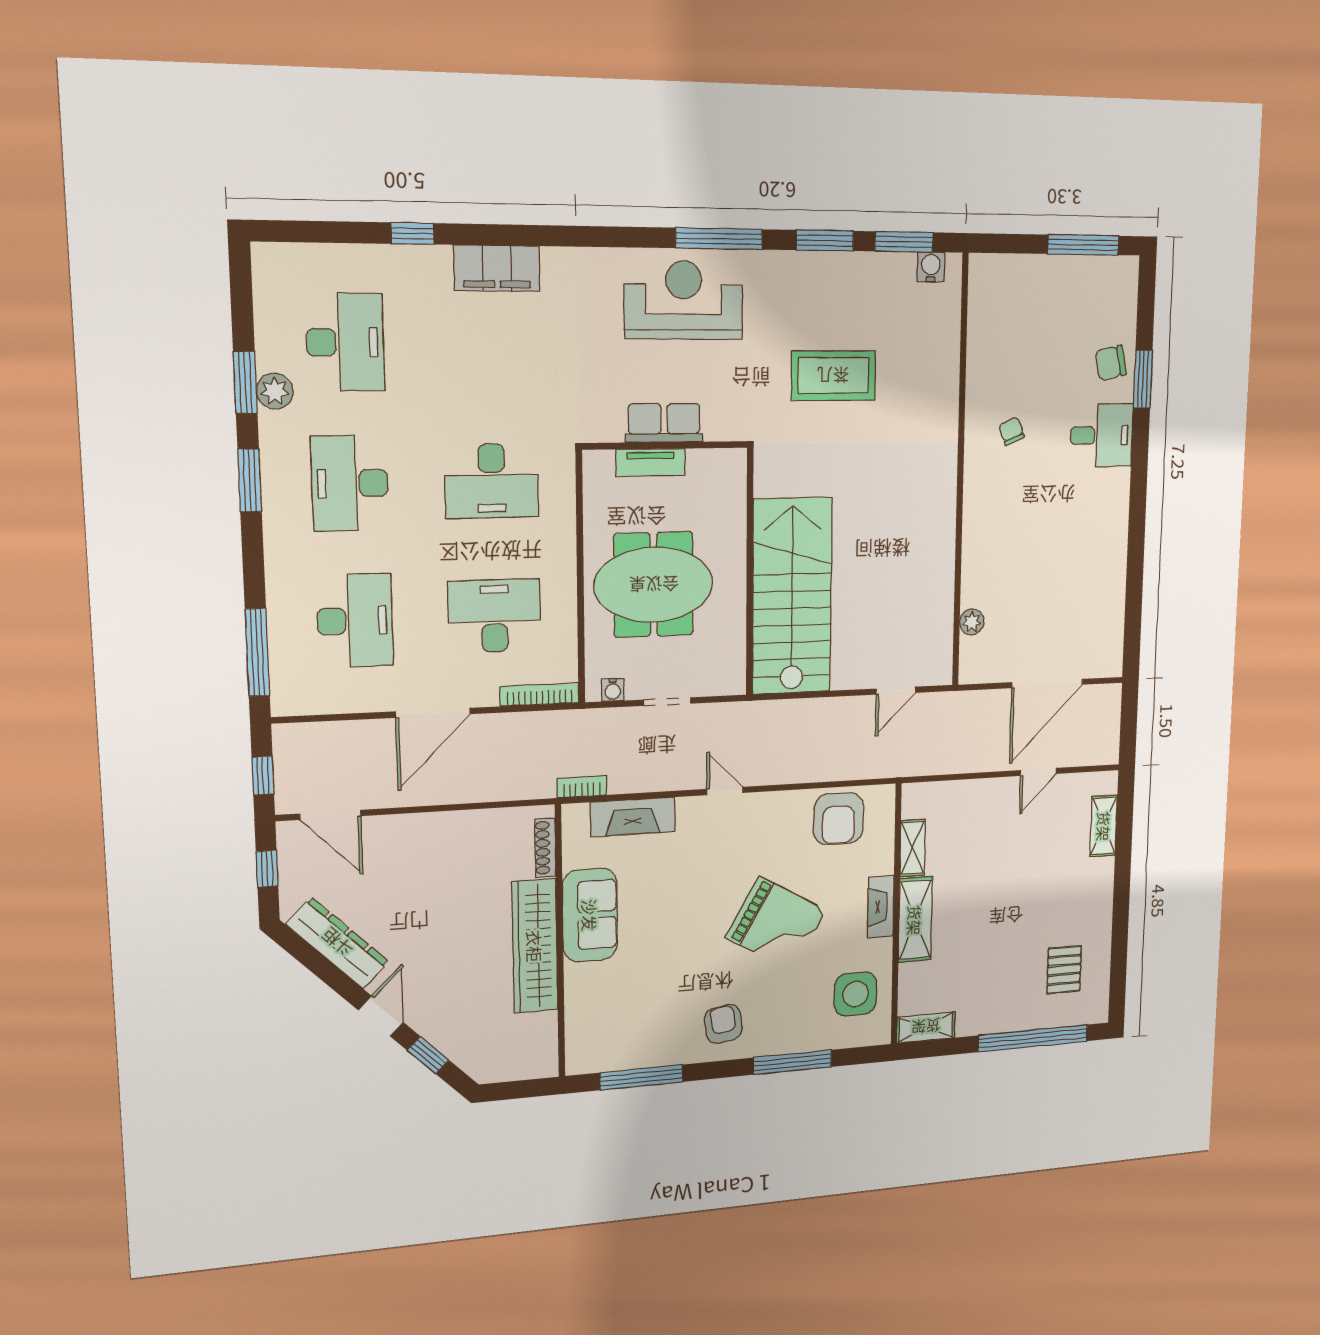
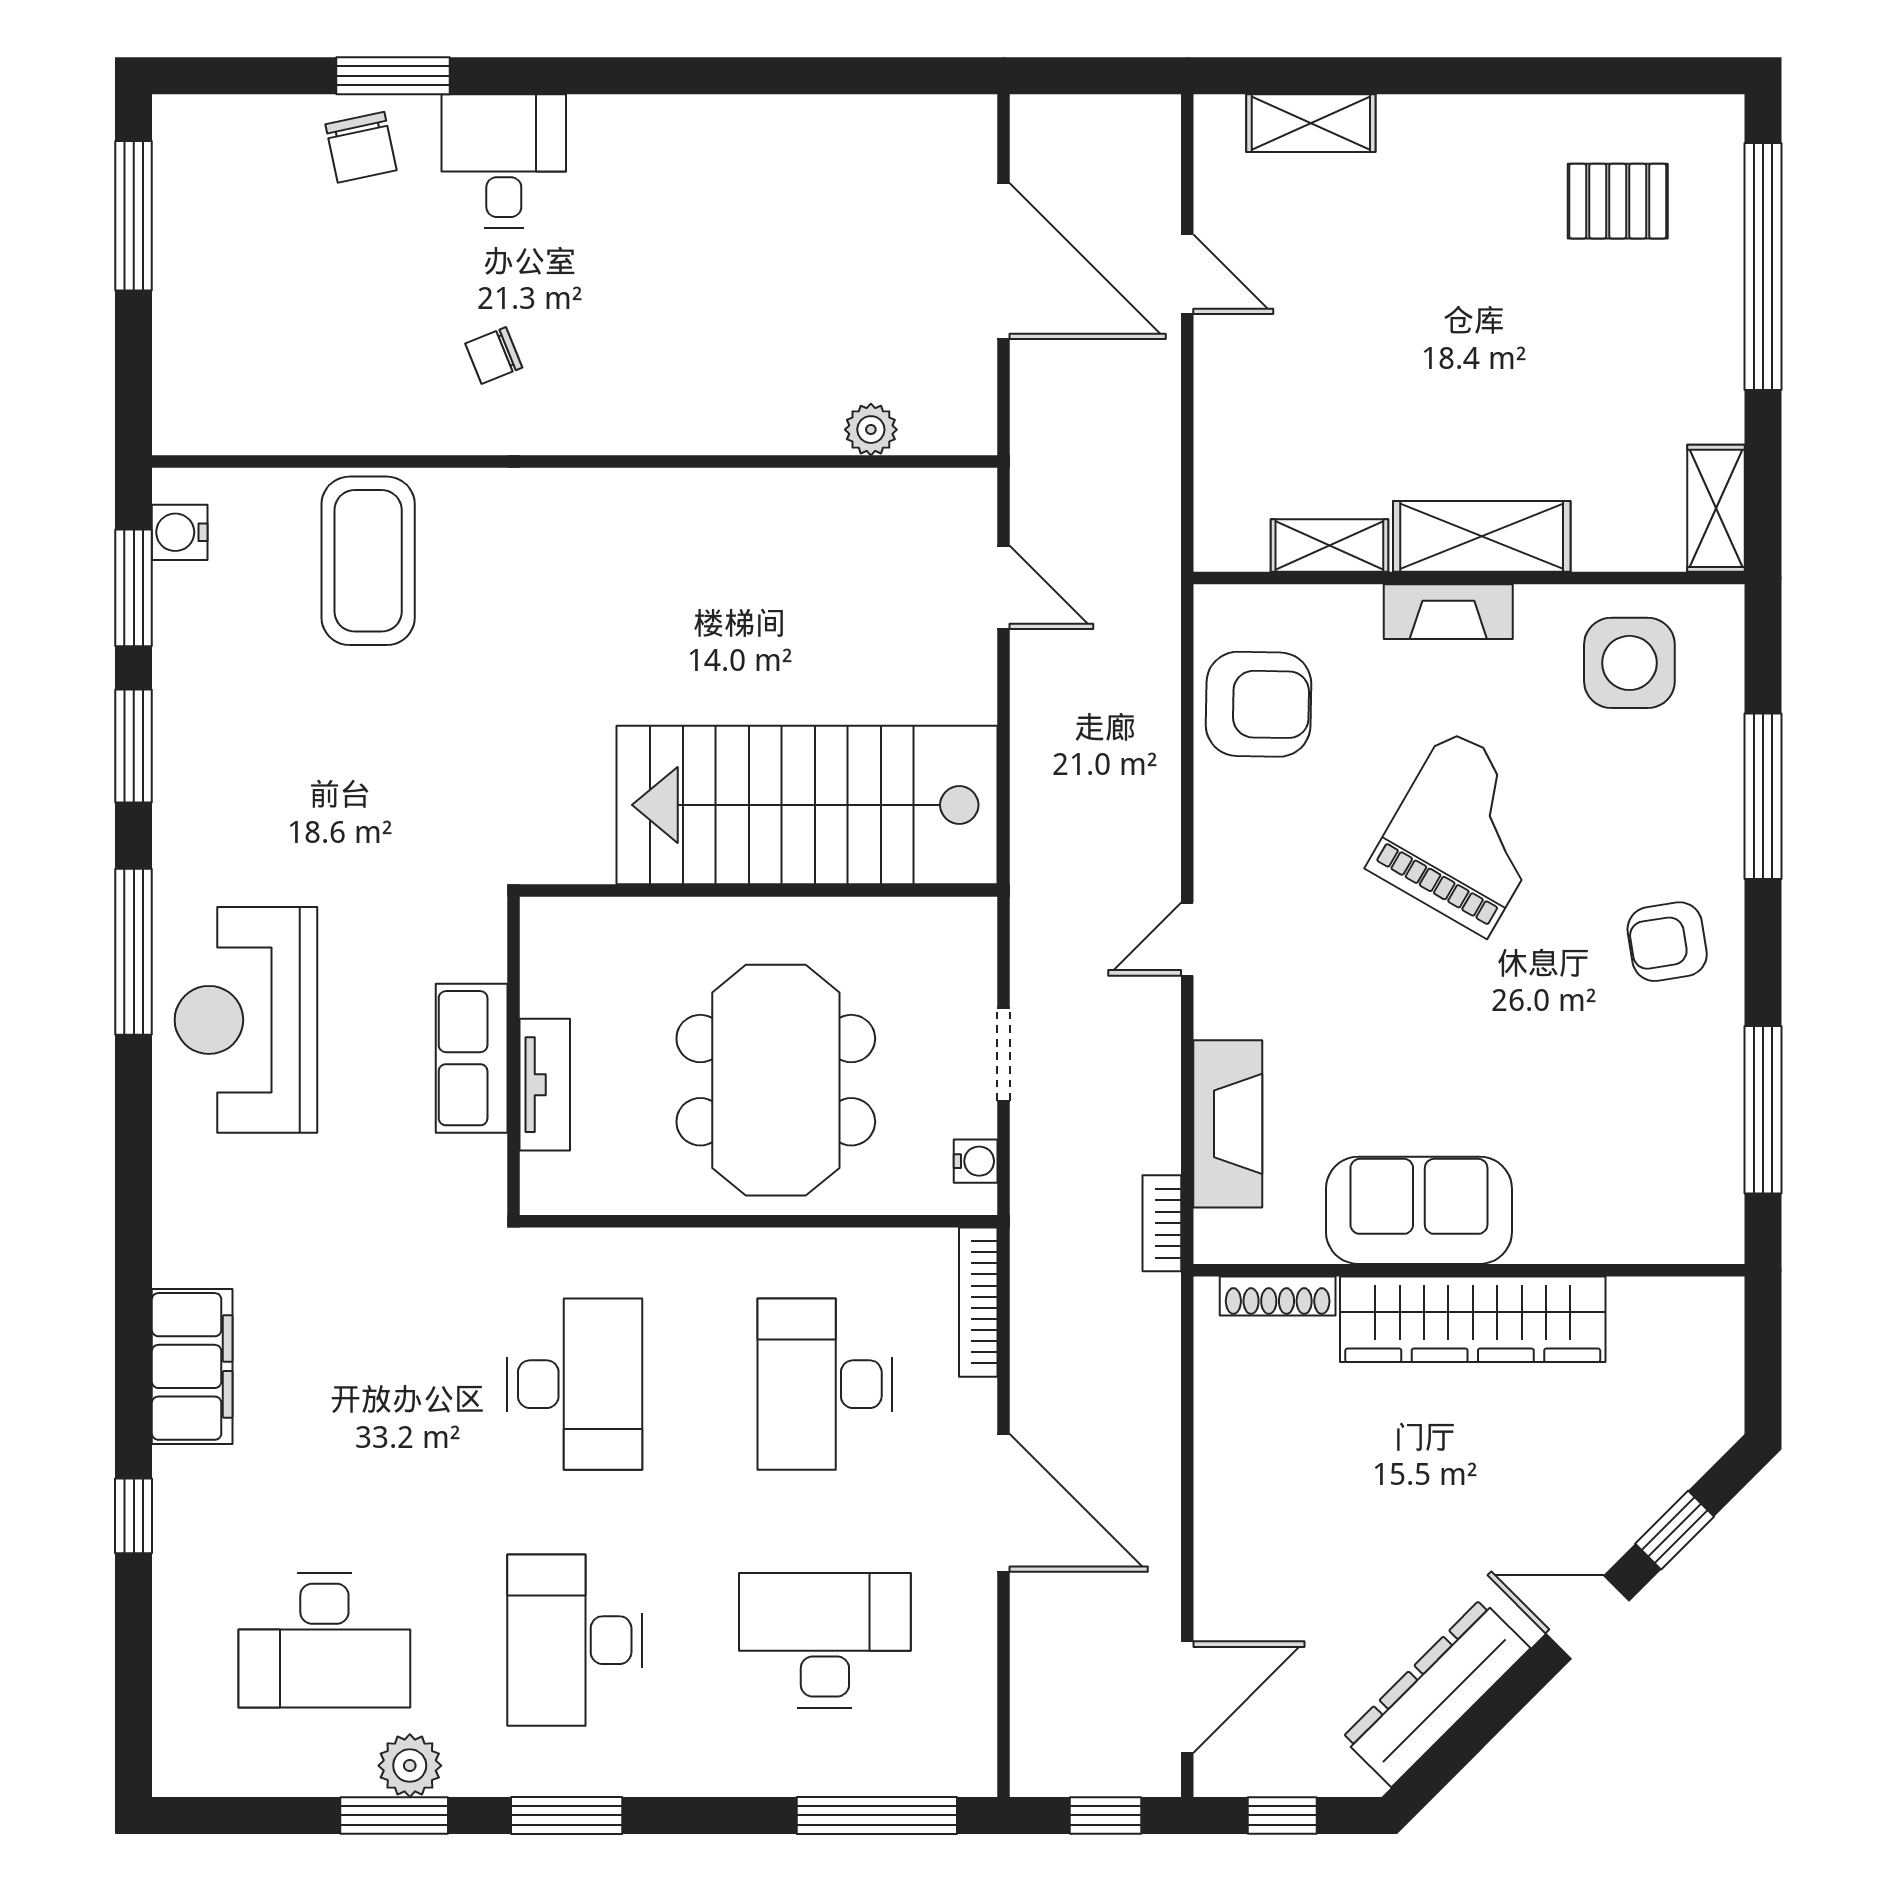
desk: (345, 342) -> (324, 1640), turned 180
coffee table: (833, 376) -> (368, 561), moved
desk: (350, 483) -> (575, 1640), turned 90

